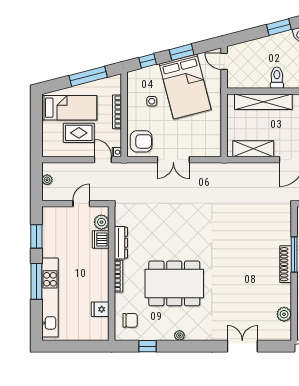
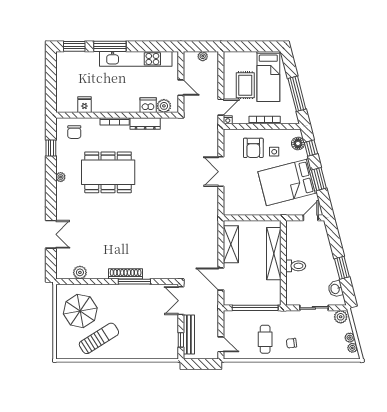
floor lamp: (143, 75) -> (298, 143), added
armchair: (141, 141) -> (253, 148), moved
window: (36, 236) -> (74, 46), moved
dining table: (174, 283) -> (108, 172), turned 90
kitchen unit: (50, 298) -> (136, 59), moved

